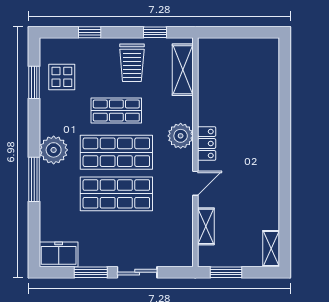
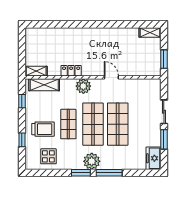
trolley: (132, 63) -> (43, 129), moved
window: (34, 82) -> (81, 173), moved
locker: (207, 144) -> (71, 71), moved
shelving: (206, 226) -> (36, 71), moved

